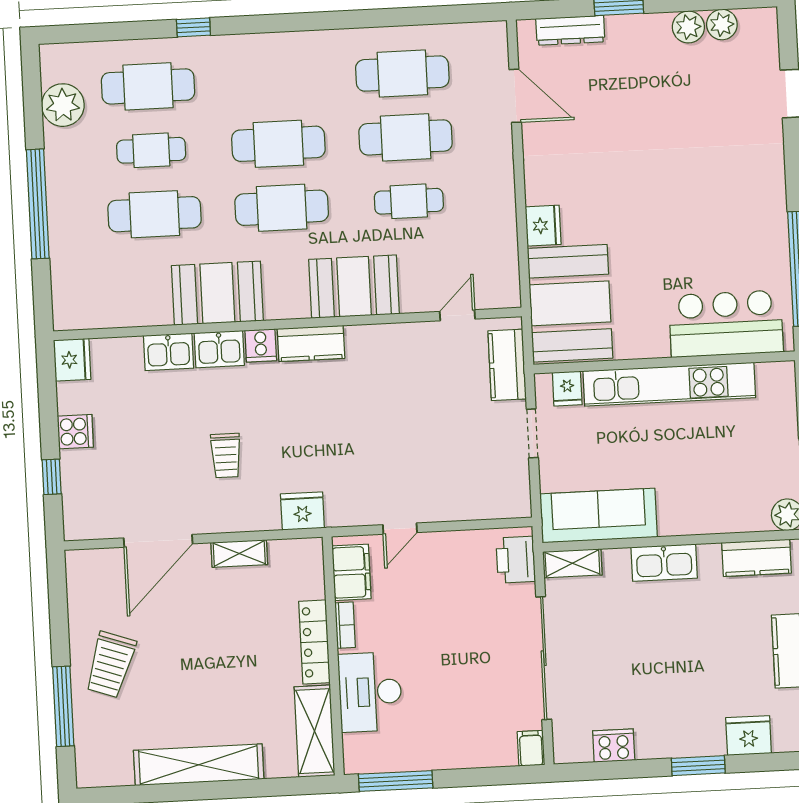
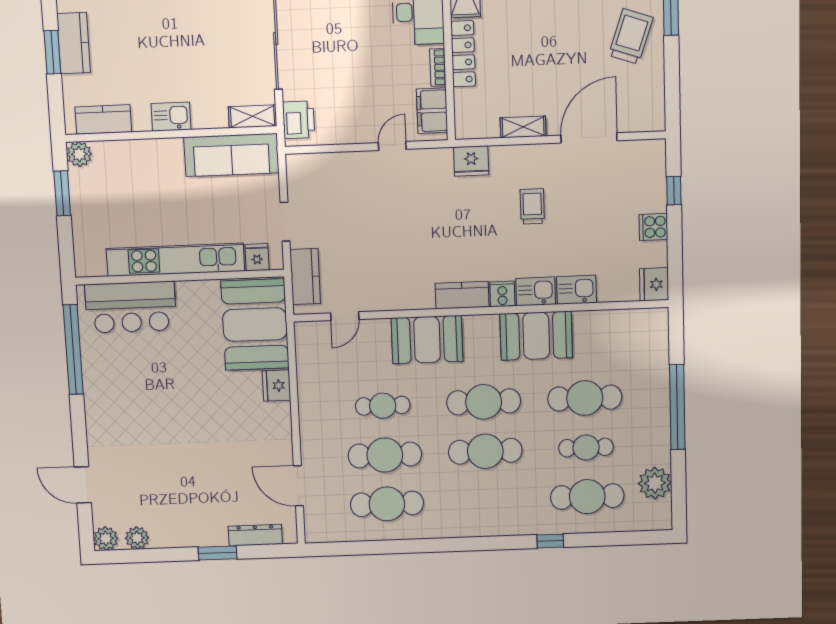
plant: (688, 27) -> (106, 538), moved
kitchen sink: (664, 563) -> (171, 117), width x0.73

